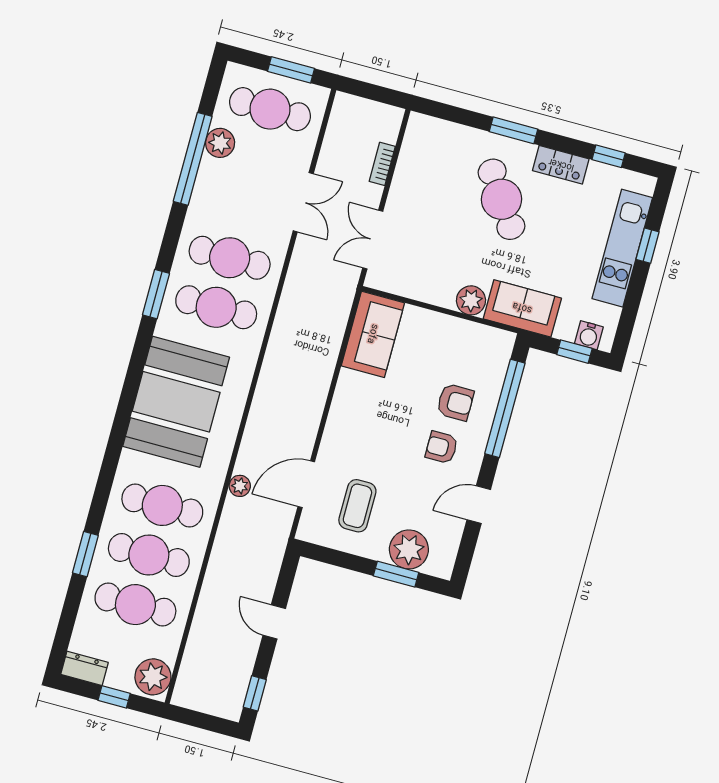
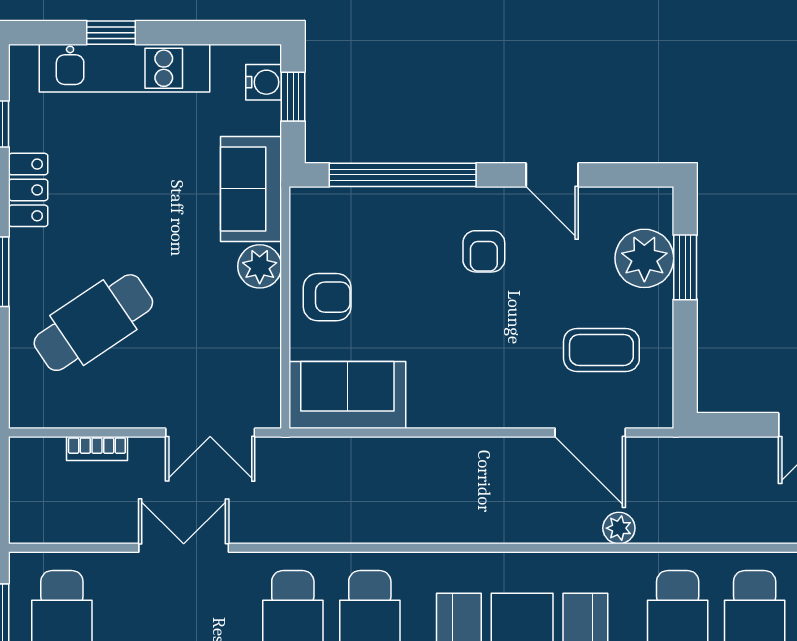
cafe table: (502, 199) -> (93, 323), moved
armchair: (455, 402) -> (327, 297), moved, turned 90

